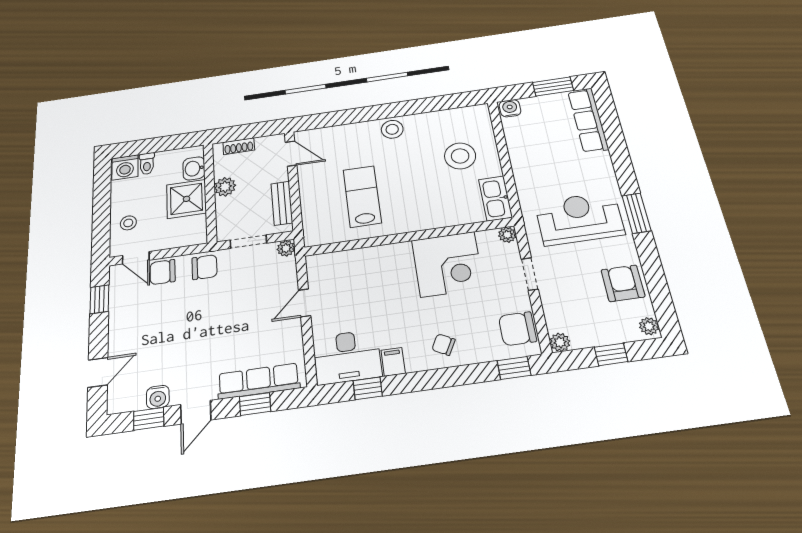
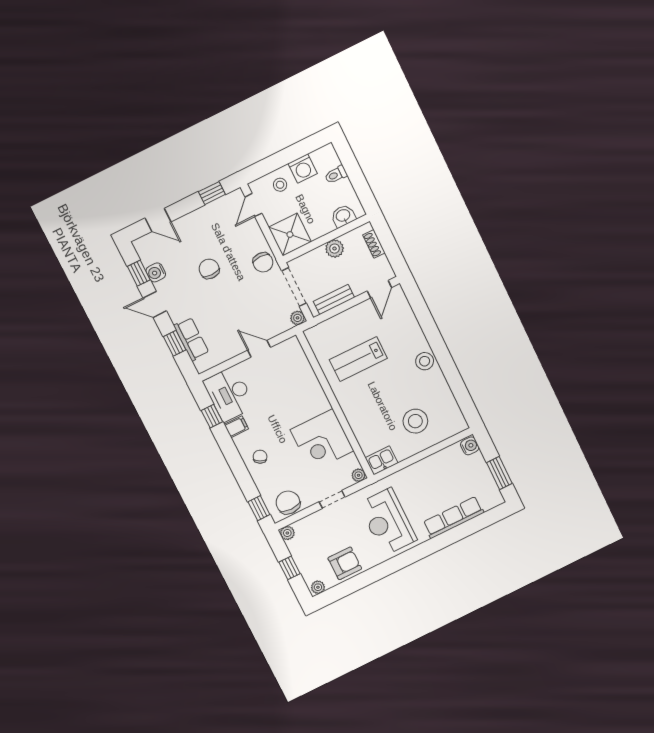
row of seats: (588, 120) -> (453, 517), moved
washing machine: (125, 167) -> (303, 169), moved, turned -90
lab bench: (362, 196) -> (358, 359), turned 180
kitchen sink: (495, 198) -> (382, 460), width x0.73
shower: (186, 199) -> (290, 234), moved
window: (636, 213) -> (404, 560), removed
reception desk: (579, 218) -> (387, 522), turned 180
doorway: (248, 242) -> (294, 287), width x1.38
chair: (163, 272) -> (209, 269), moved
row of seats: (259, 381) -> (191, 339), width x0.68

